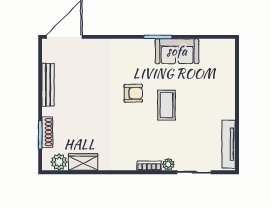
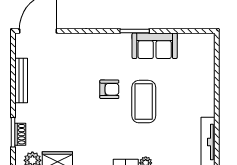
coffee table: (166, 105) -> (144, 102), width x1.36, depth x1.32
shoe rack: (47, 132) -> (20, 134), width x0.70

